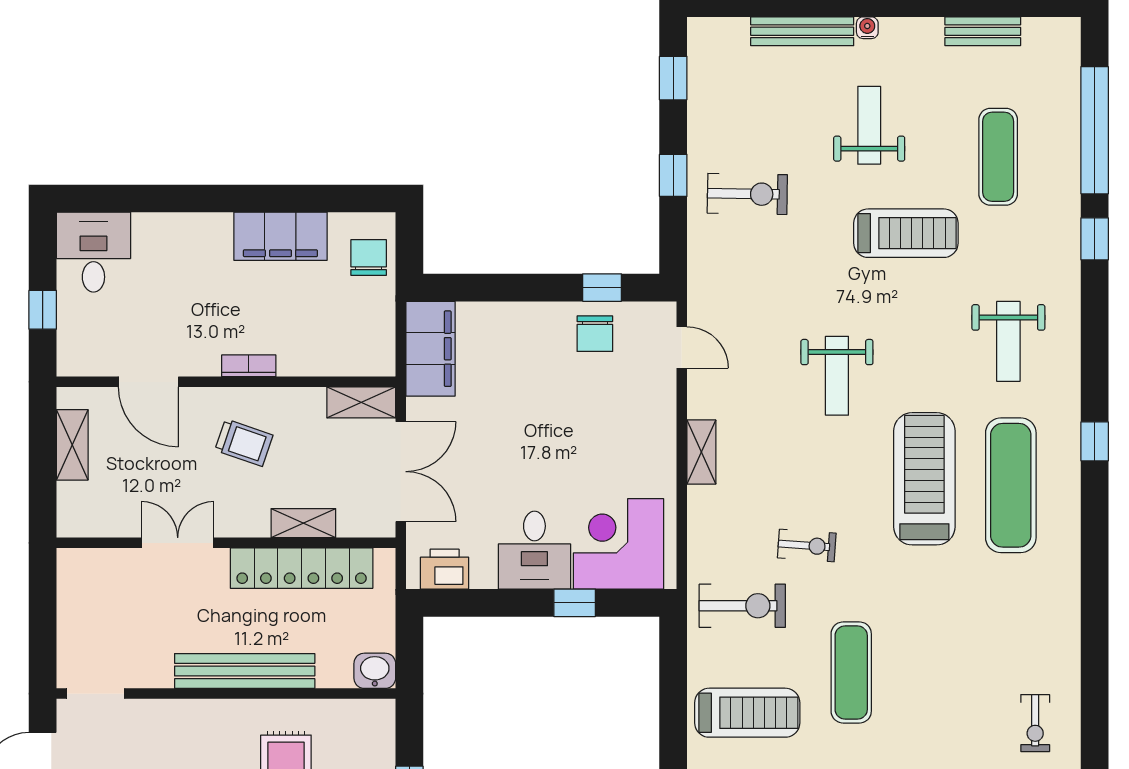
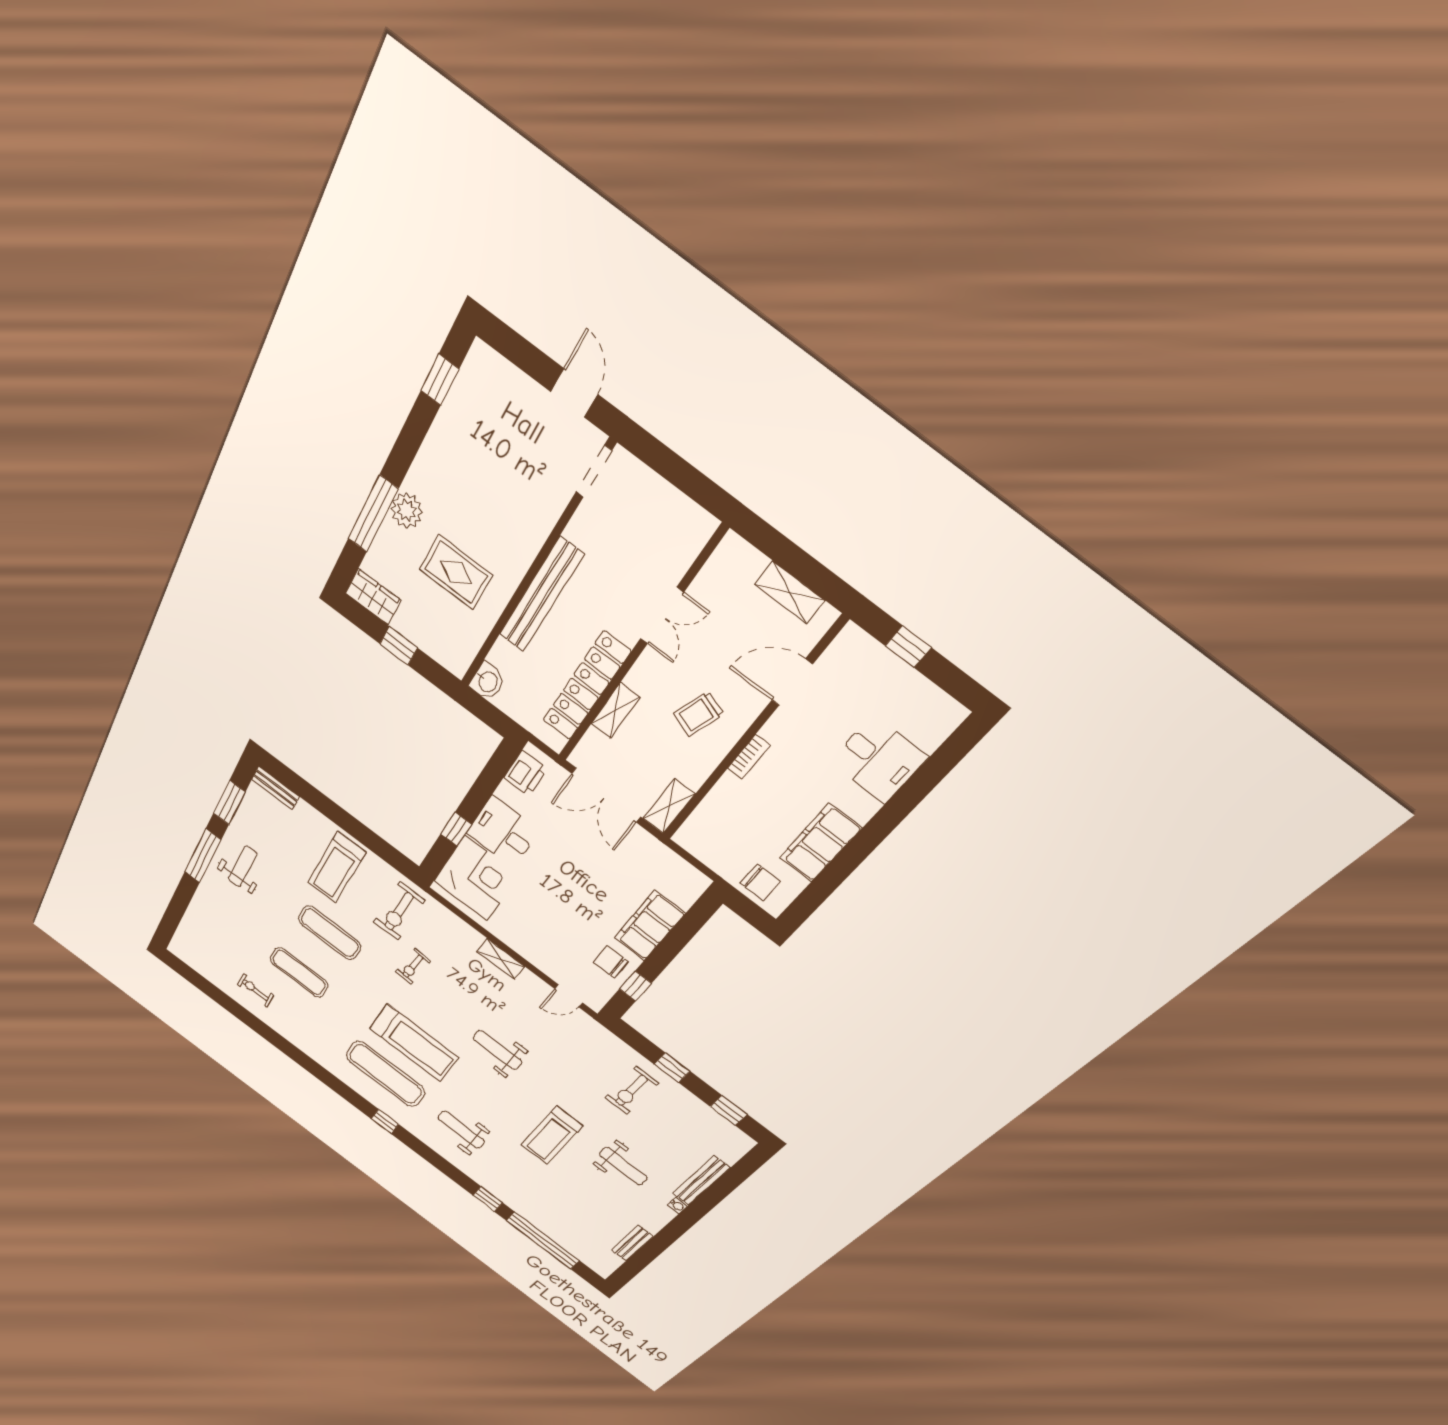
exercise mat: (998, 157) -> (299, 972), moved
desk: (93, 252) -> (878, 760), moved
filing cabinet: (431, 349) -> (649, 926), moved, turned 90

